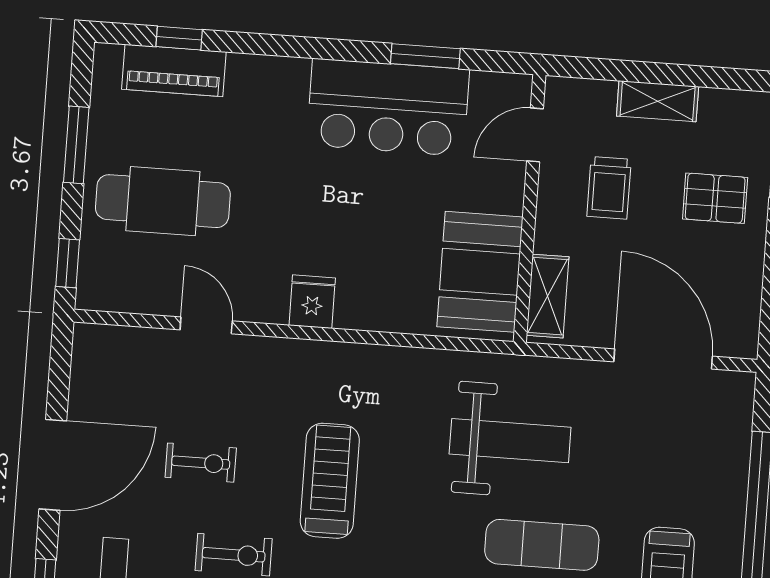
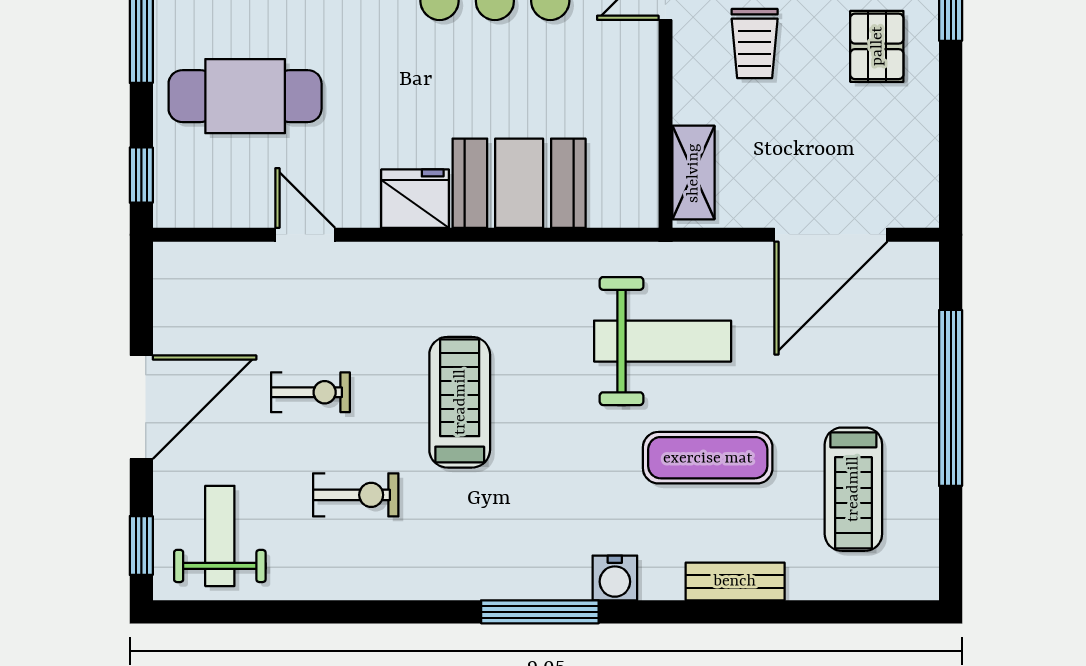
pallet: (715, 198) -> (877, 46), turned 90
booth: (480, 272) -> (519, 183), moved, turned 90
fridge: (312, 302) -> (415, 199), width x1.38
door: (663, 359) -> (831, 235), swing flipped

